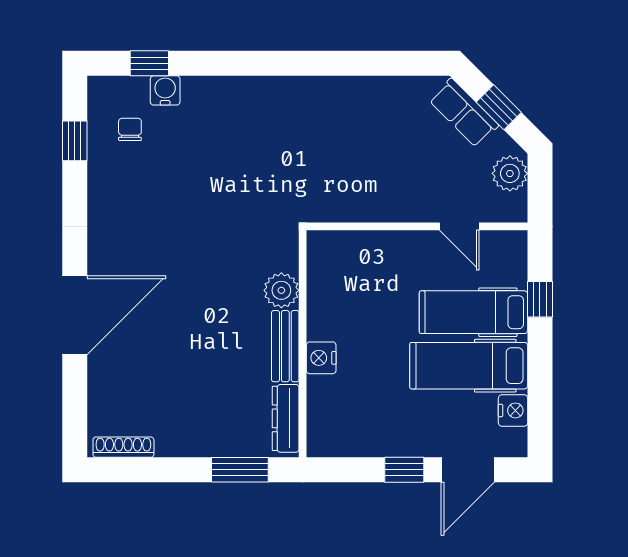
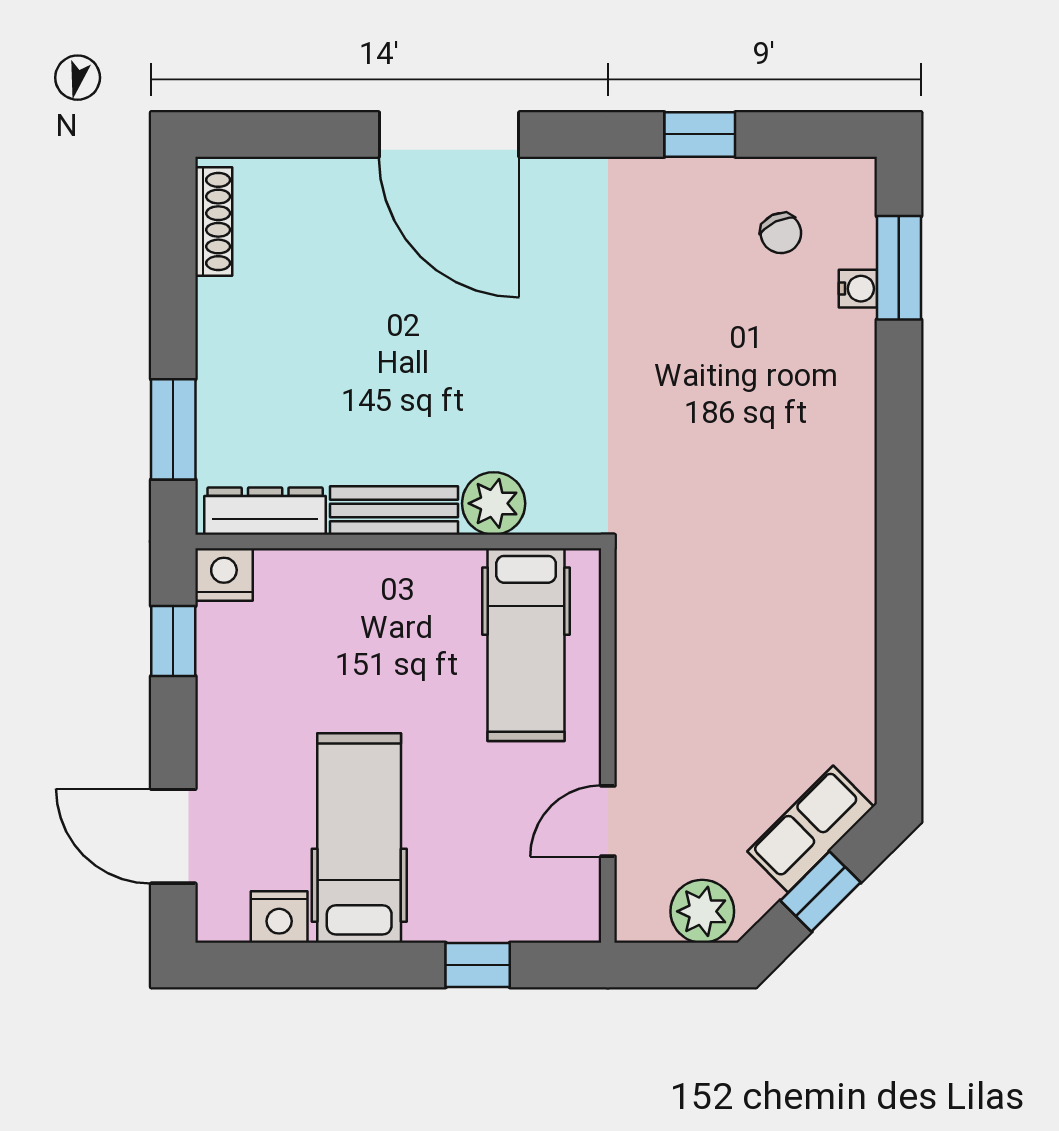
window: (149, 63) -> (899, 268), width x1.50
water cooler: (165, 90) -> (858, 289), width x0.72, depth x0.72
chair: (130, 129) -> (781, 233), turned 65
window: (75, 141) -> (700, 134), moved
hospital bed: (474, 312) -> (526, 645), moved, turned 180
nightstand: (321, 358) -> (224, 574), moved
window: (404, 470) -> (173, 641), moved

